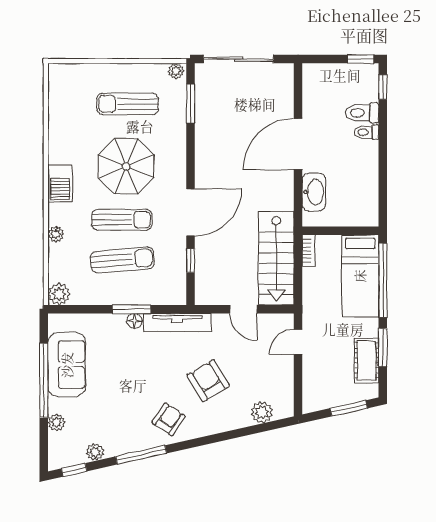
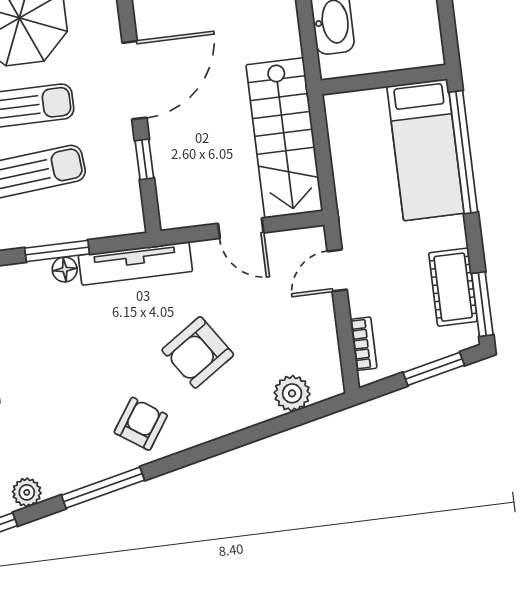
bookcase: (308, 250) -> (364, 344), moved
window: (383, 347) -> (482, 304), moved
armchair: (208, 381) -> (198, 352), turned -93

